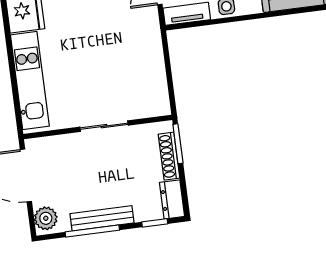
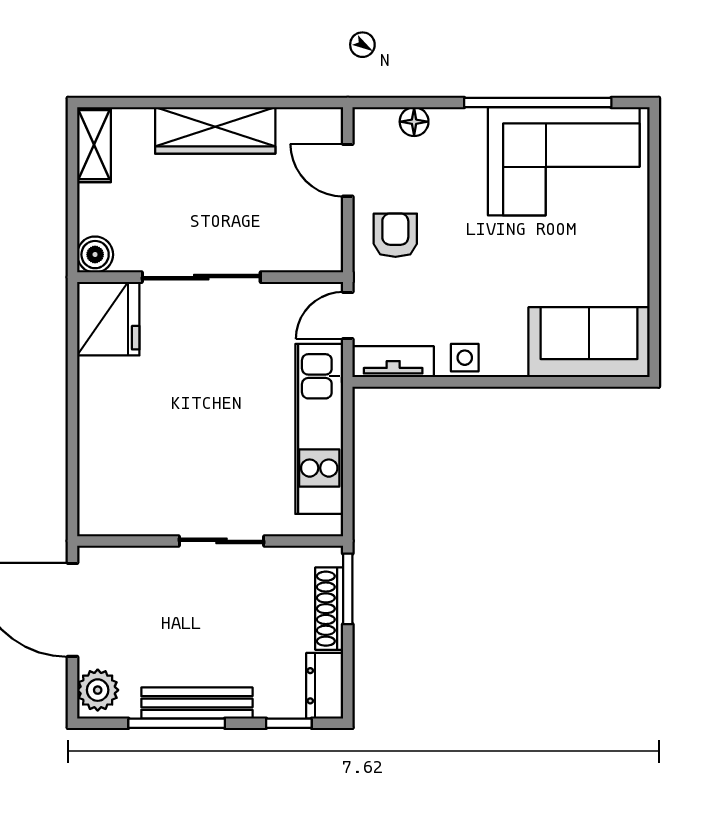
kitchen unit: (30, 81) -> (319, 429), moved, turned 180

